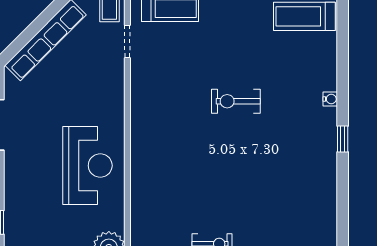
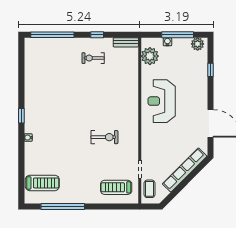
exercise bike: (236, 101) -> (104, 137), moved

